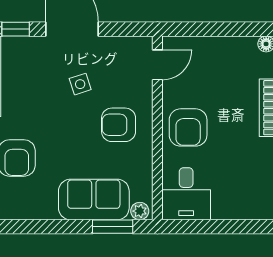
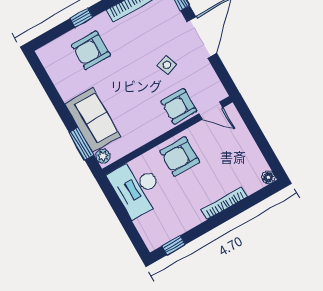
armchair: (119, 125) -> (179, 106), moved, turned -90
desk: (186, 194) -> (137, 188), width x1.37

